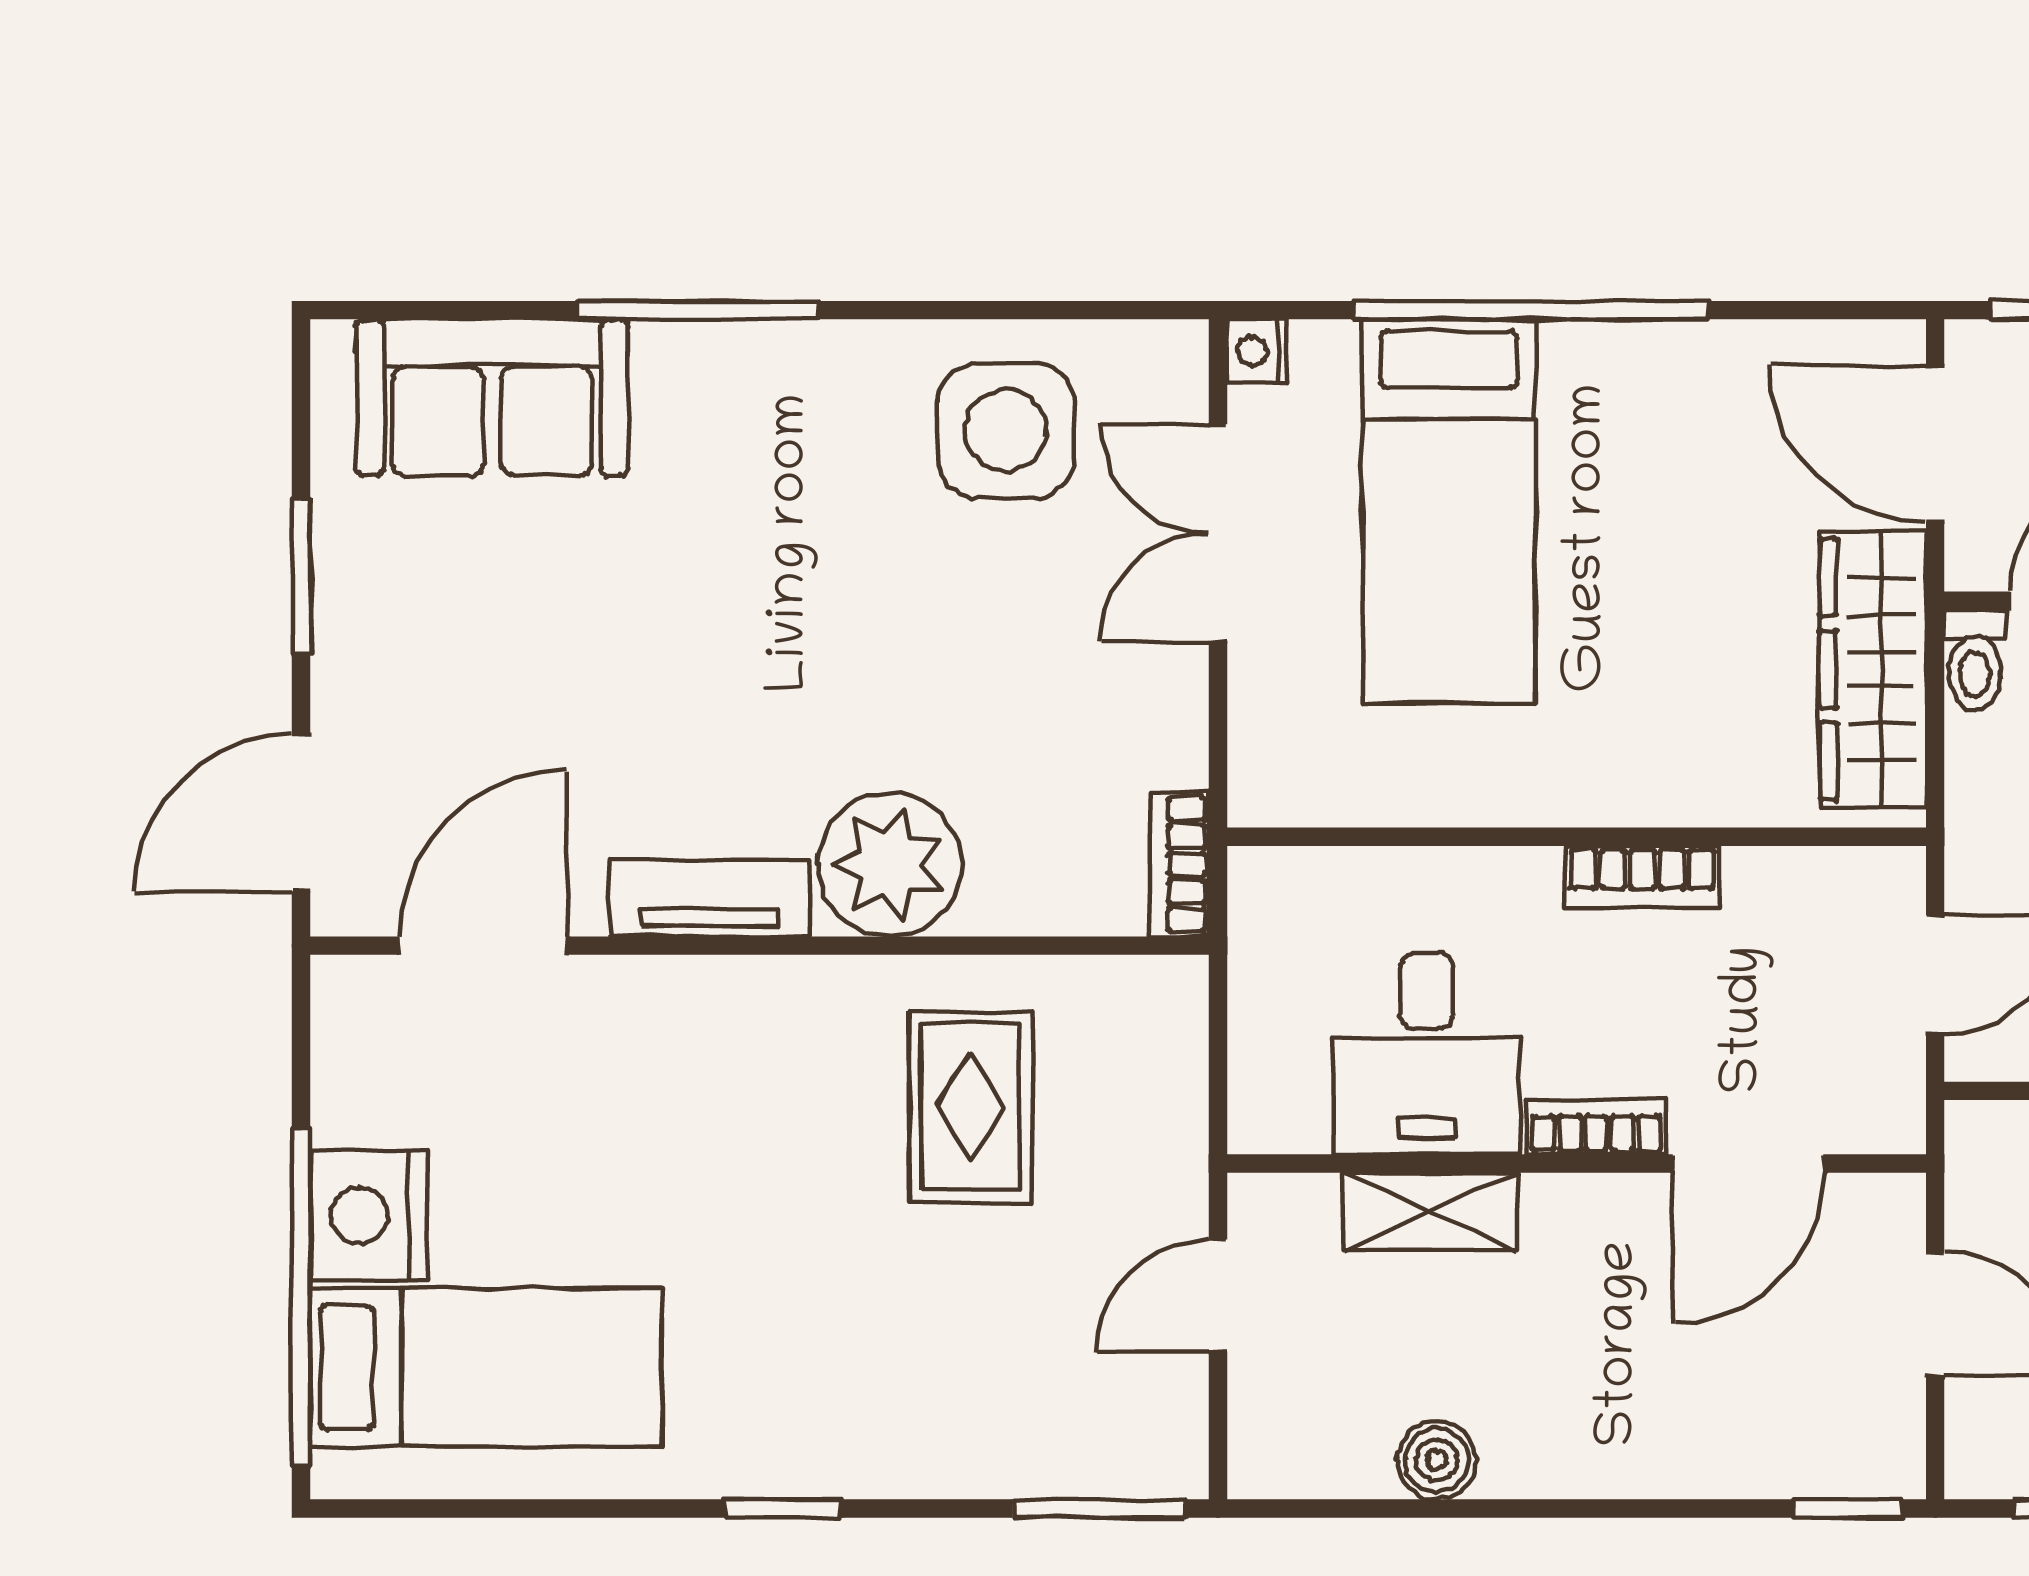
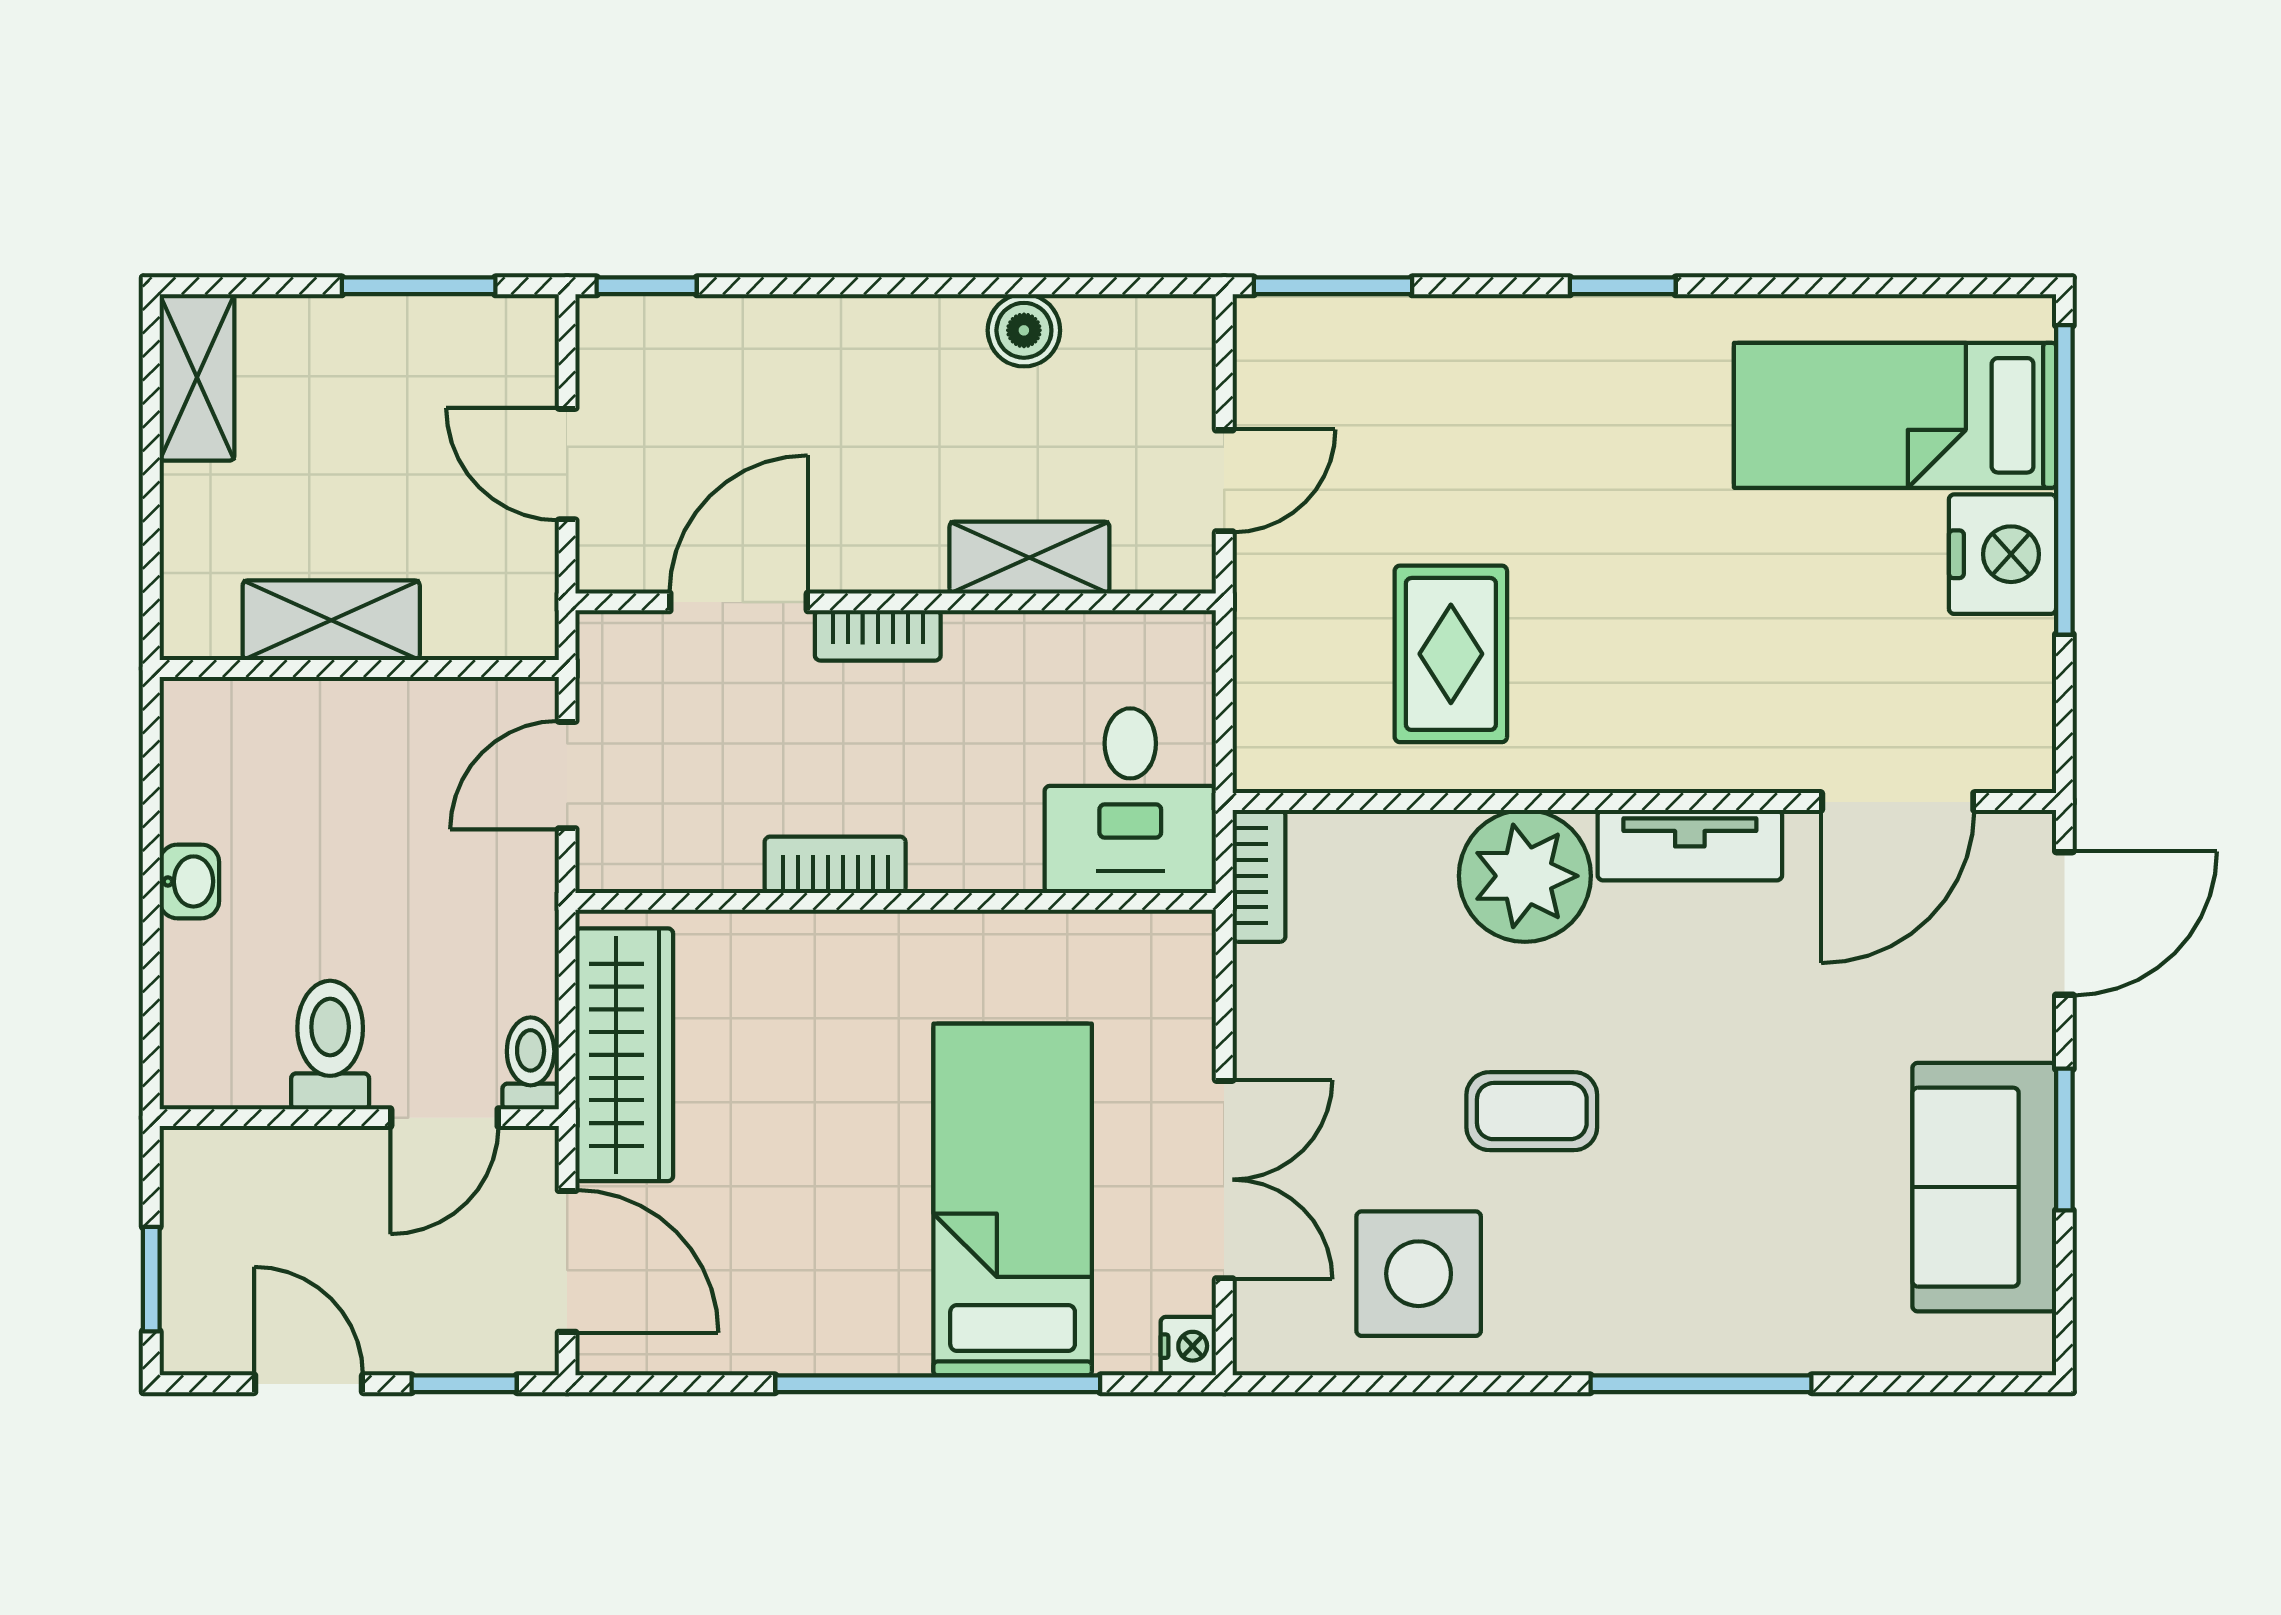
sofa: (492, 398) -> (1984, 1187), moved, turned -90
coffee table: (882, 608) -> (1532, 1111), added
desk: (1427, 1054) -> (1130, 801), moved, turned 180

